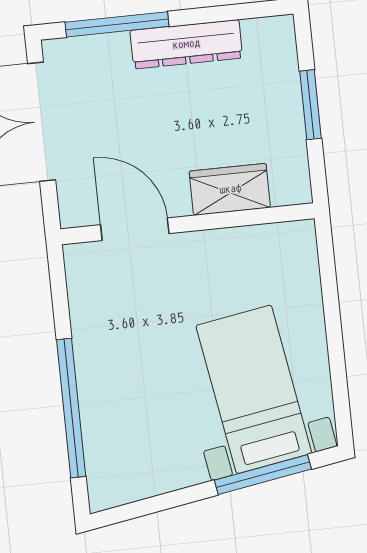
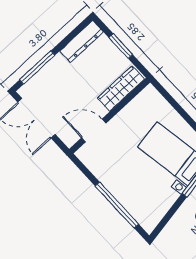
dresser: (186, 44) -> (82, 41), moved
wardrobe: (230, 189) -> (121, 89), width x1.50

